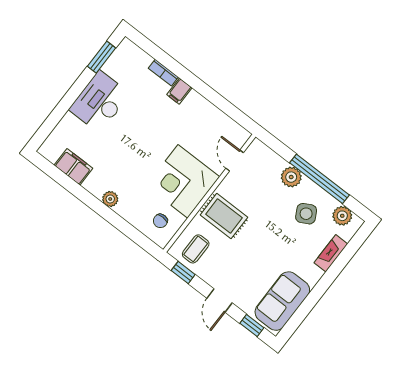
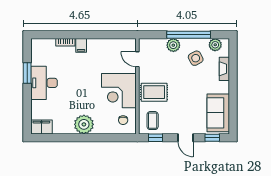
window: (101, 57) -> (27, 73), moved
filing cabinet: (73, 167) -> (41, 127), moved
plant: (110, 199) -> (84, 124), width x1.88, depth x1.88

